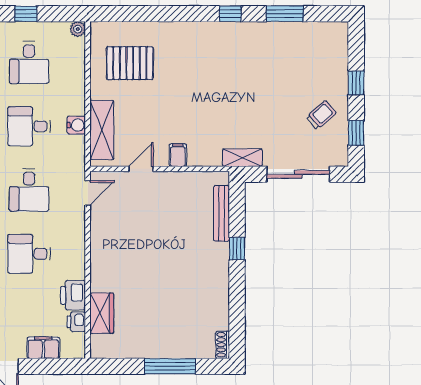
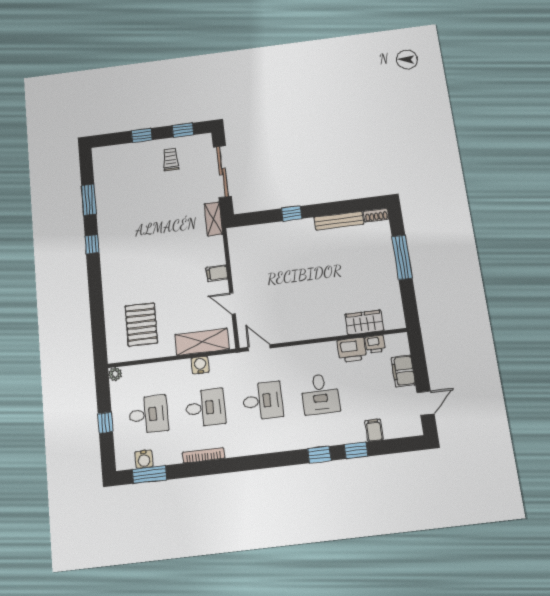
trolley: (321, 115) -> (171, 160), turned 41
desk: (29, 126) -> (205, 408), turned -90
bench: (222, 213) -> (339, 221), moved

